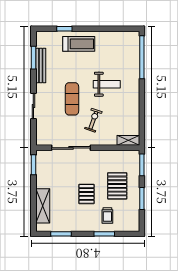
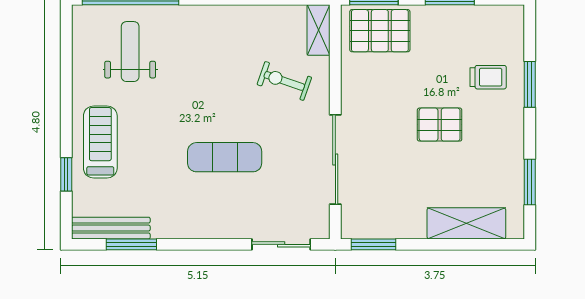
bench: (41, 66) -> (111, 228), moved
weight bench: (107, 84) -> (130, 52), moved
sliding door: (33, 106) -> (281, 244), moved
exercise bike: (93, 120) -> (284, 81), moved
pallet: (117, 186) -> (380, 31), moved

